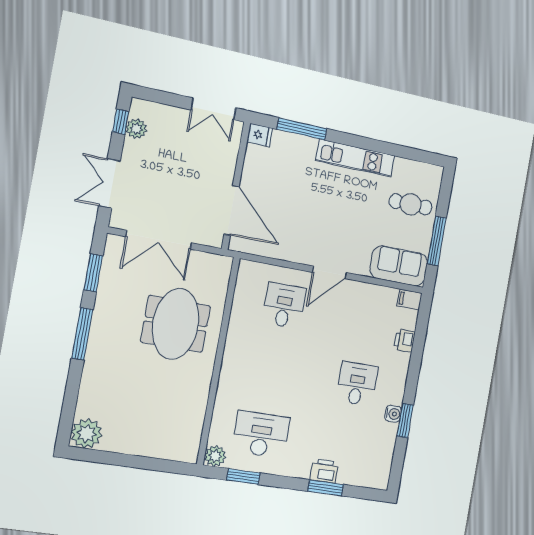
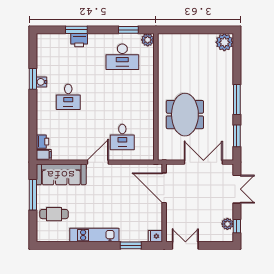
window: (302, 129) -> (131, 245), width x0.69
sofa: (399, 266) -> (61, 174), width x1.36
printer: (404, 341) -> (43, 142), moved

